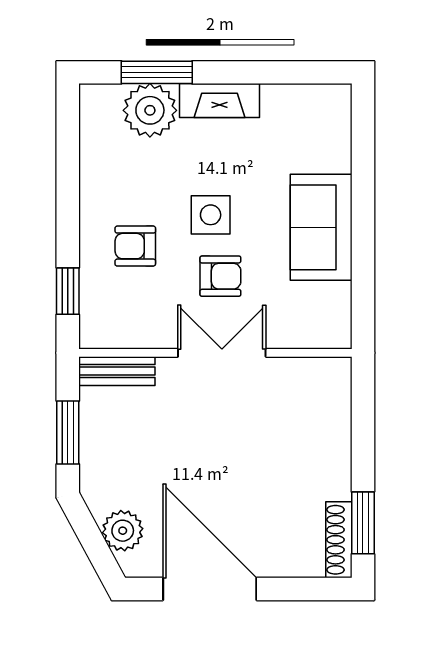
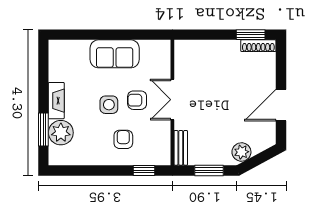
armchair: (135, 246) -> (123, 139), turned 180
armchair: (220, 276) -> (137, 100), turned -90
plant: (123, 531) -> (241, 152), moved
door: (210, 589) -> (281, 105), width x0.73

